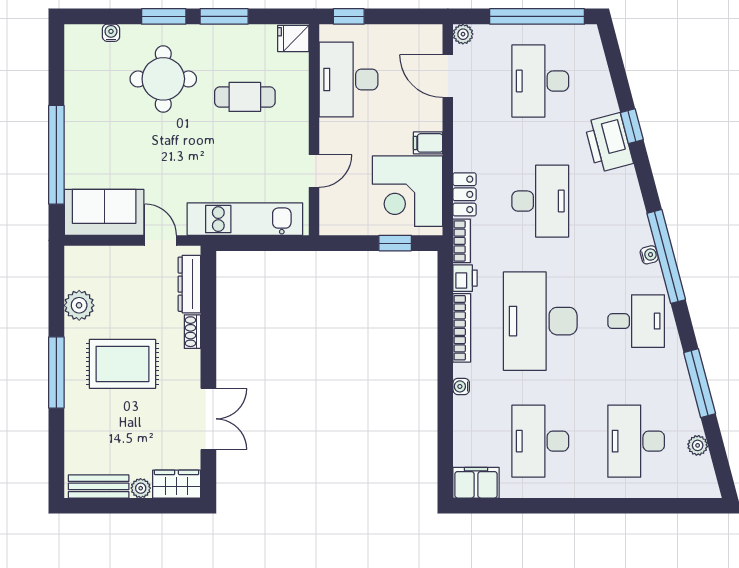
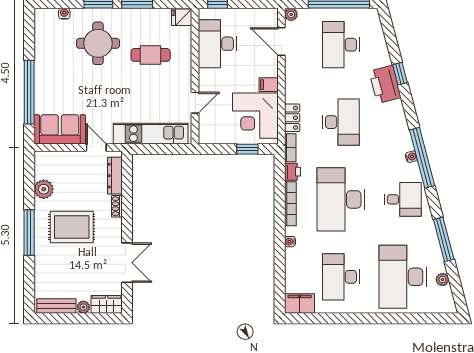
desk: (636, 441) -> (403, 277), width x1.36, depth x1.30

